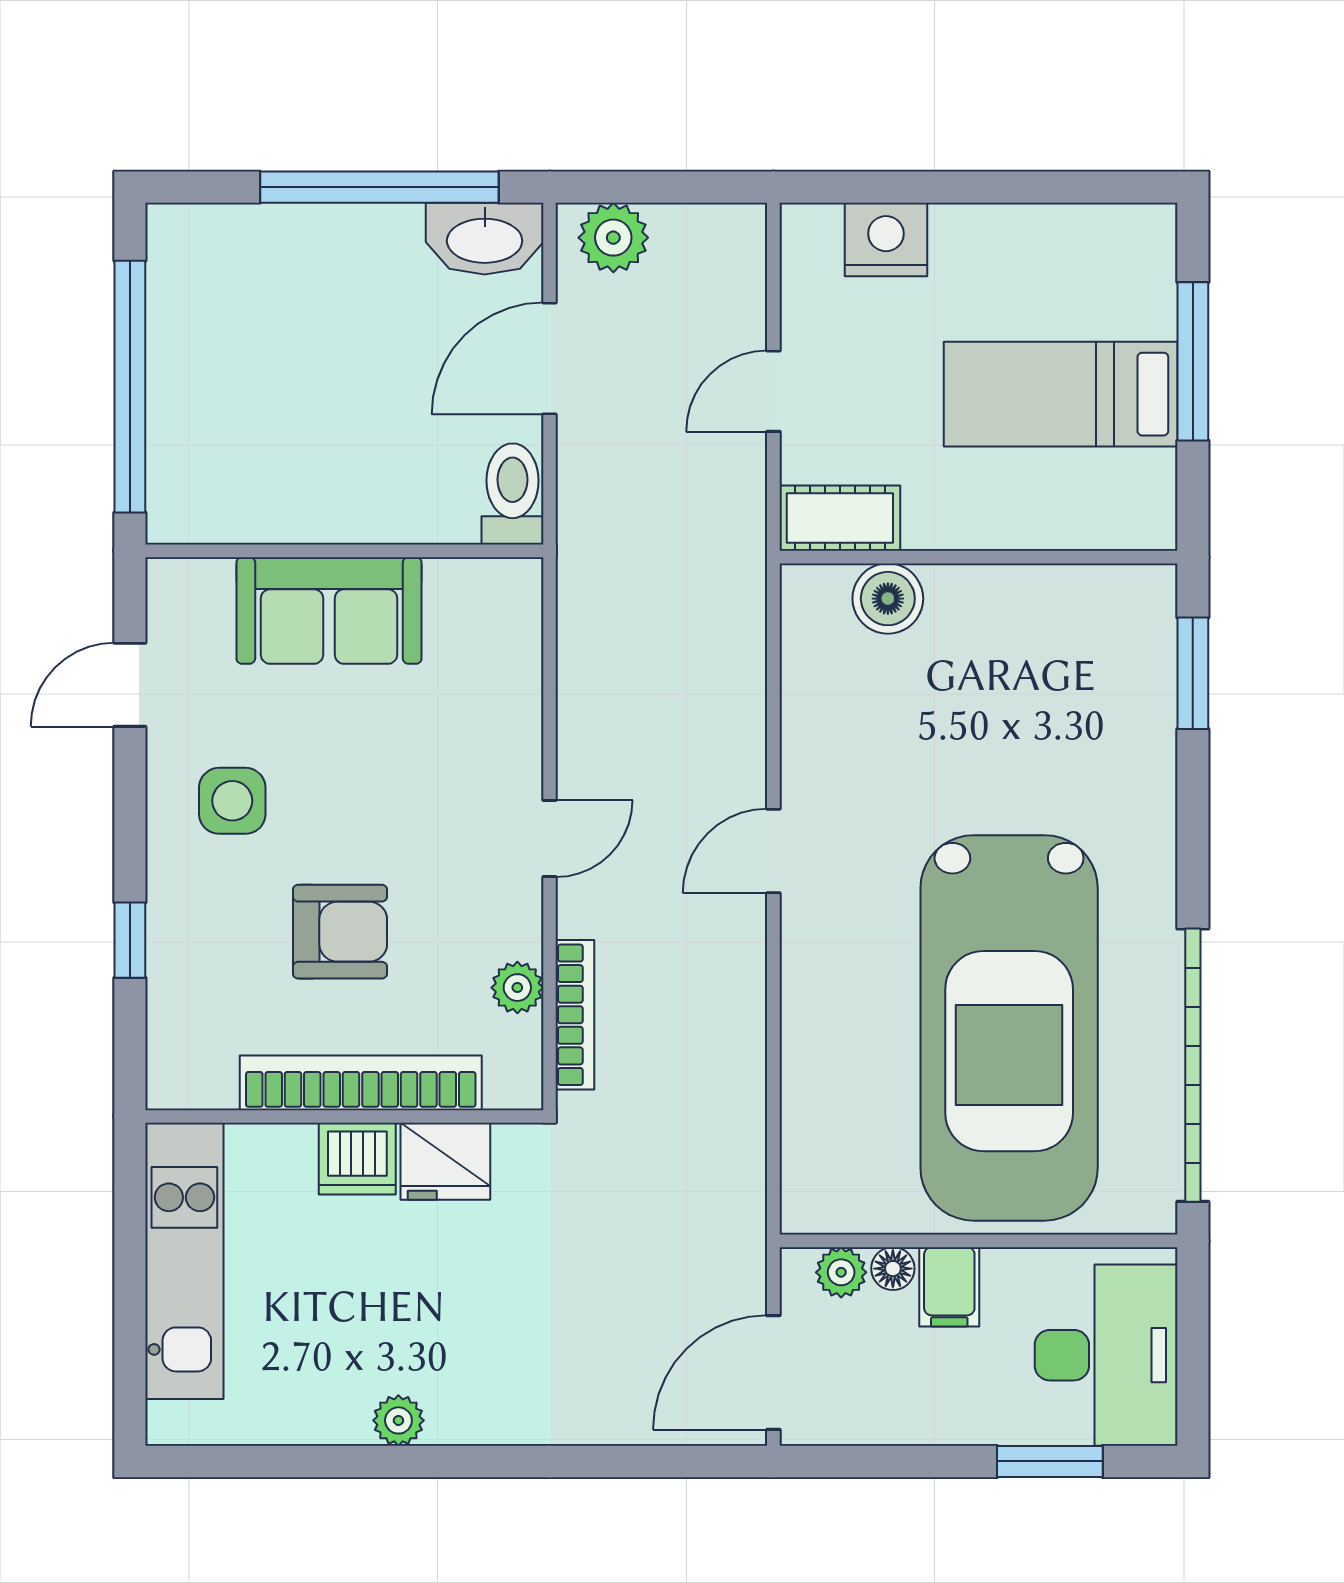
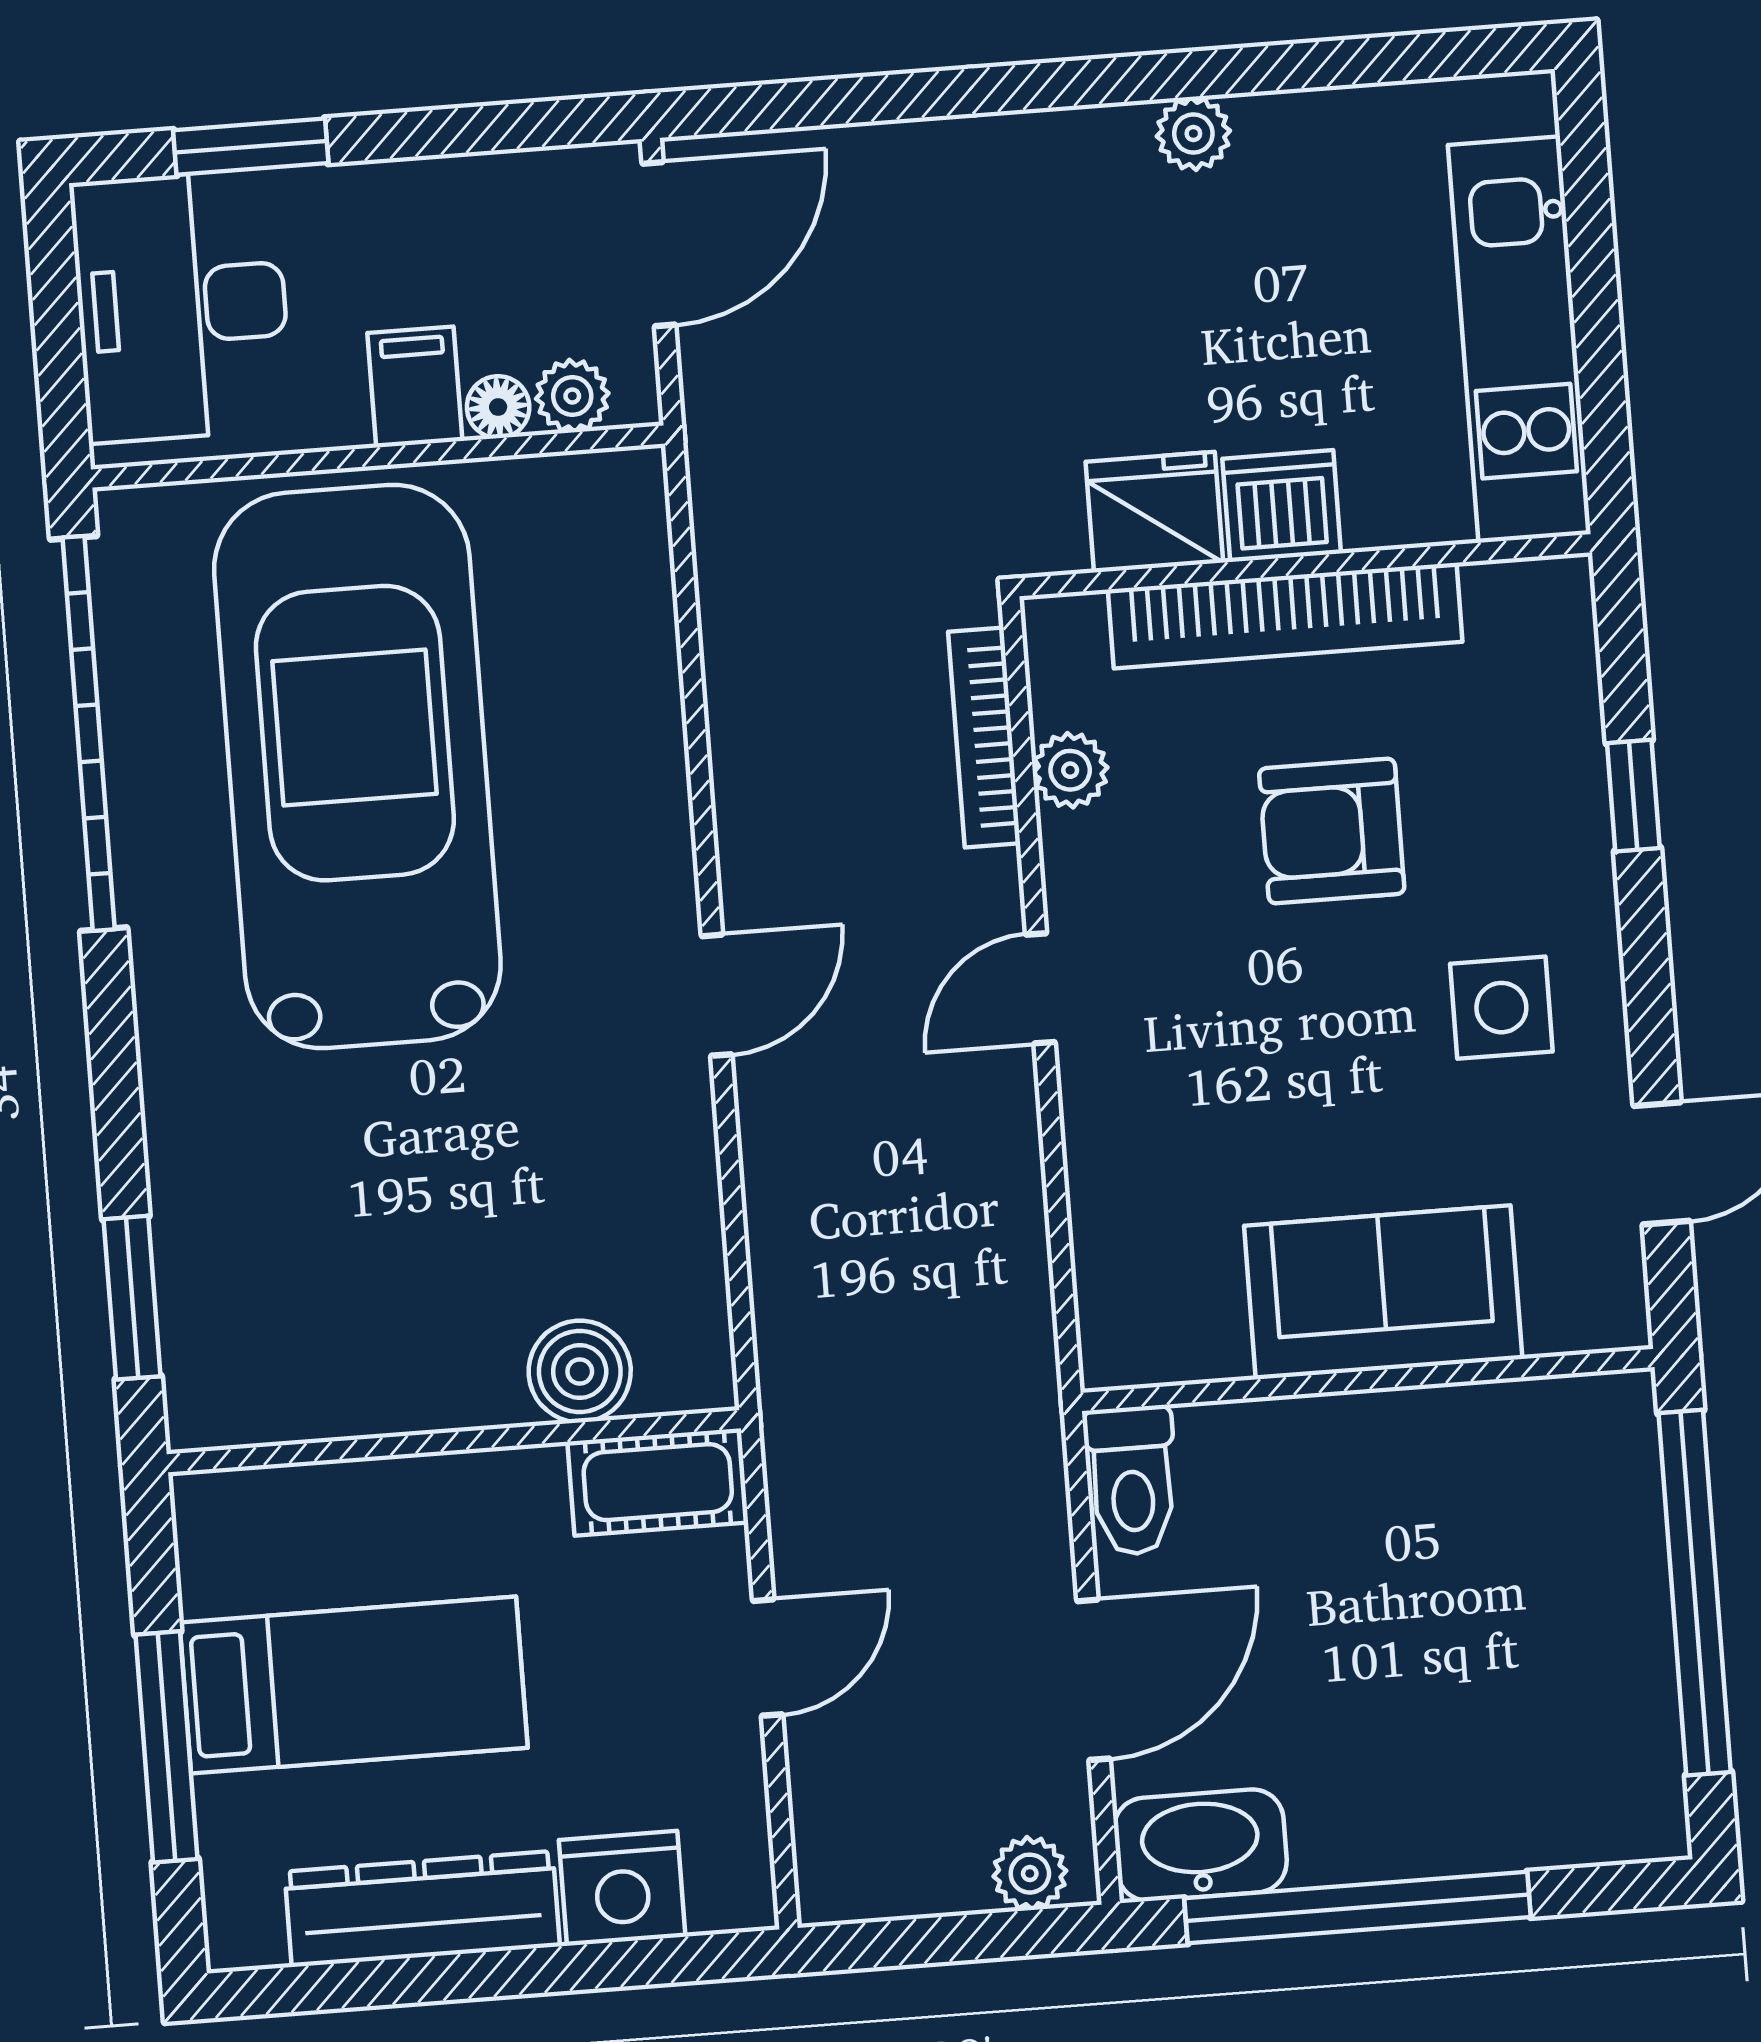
dresser: (1025, 236) -> (422, 1909), added
plant: (613, 238) -> (1030, 1874), width x0.73, depth x0.73

